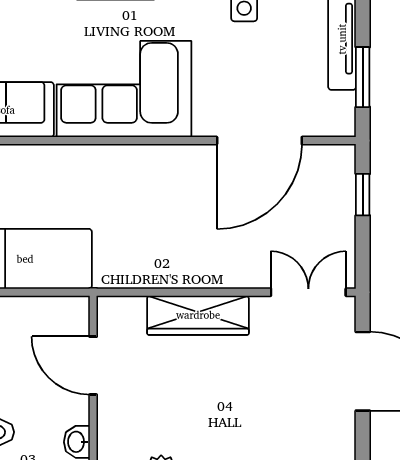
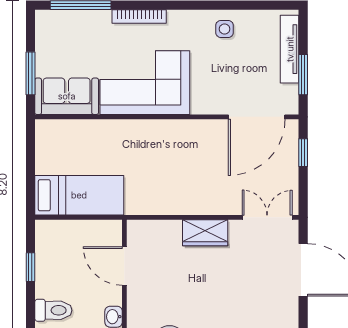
door: (259, 141) -> (257, 117), moved
wardrobe: (198, 315) -> (205, 233), width x0.67

